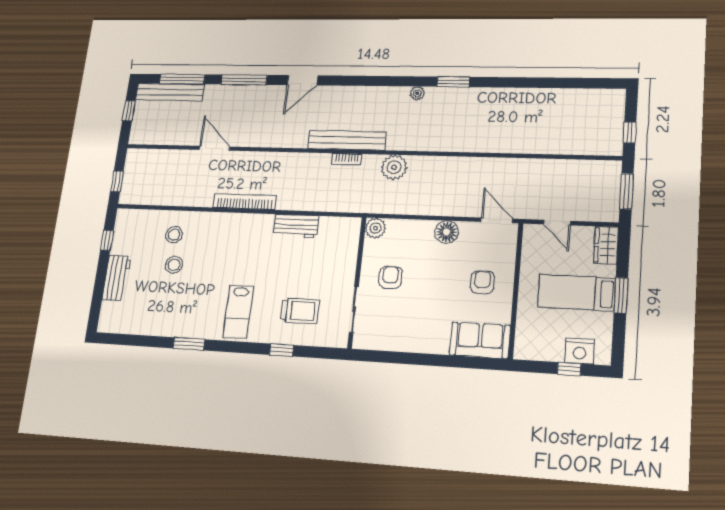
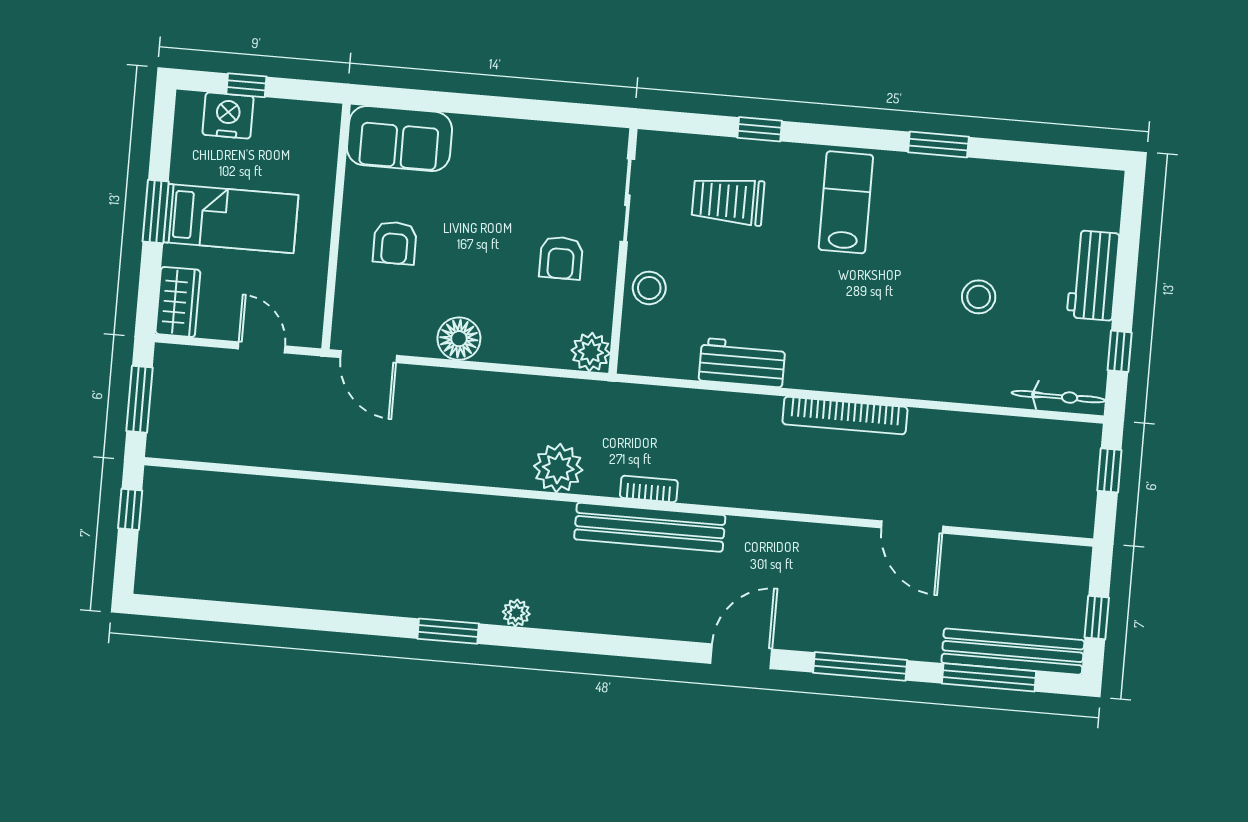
bicycle: (138, 216) -> (1058, 397), added
stool: (174, 235) -> (649, 288), moved

